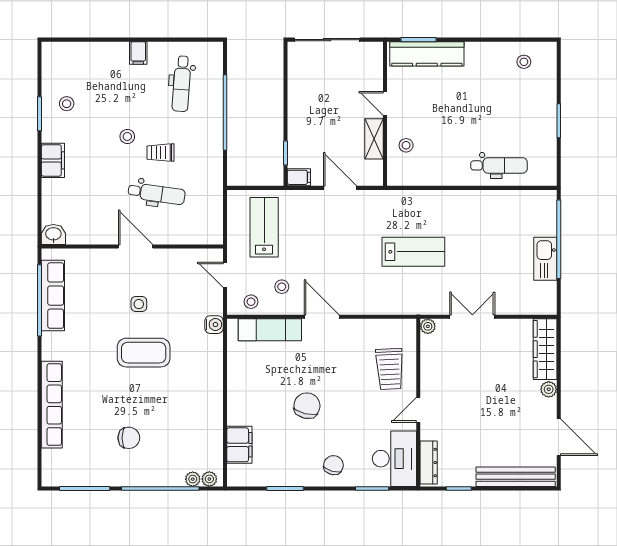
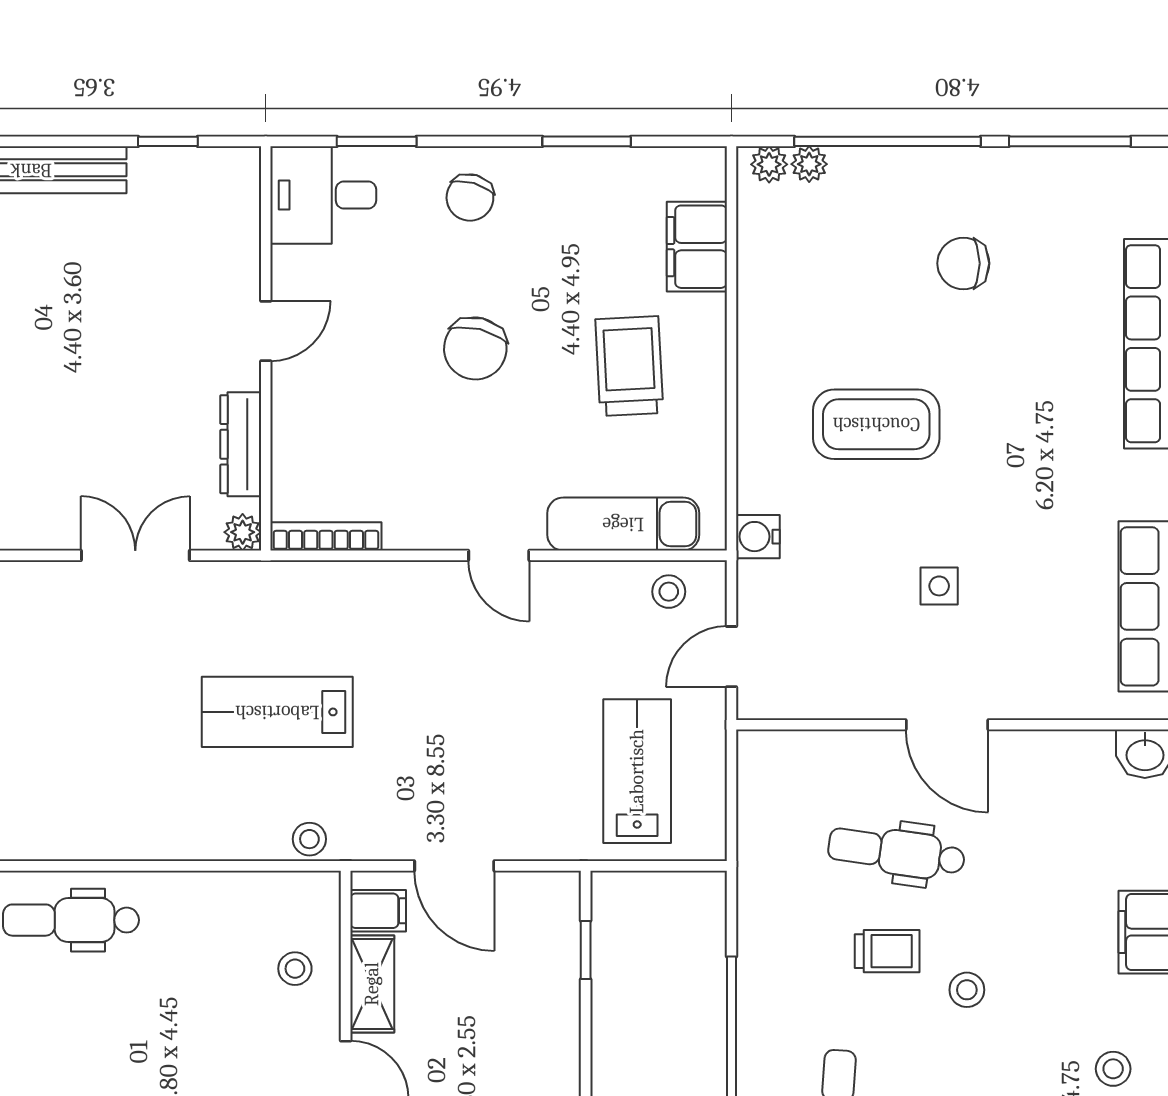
filing cabinet: (299, 177) -> (378, 911), moved, turned 180
lab bench: (264, 227) -> (637, 771), turned 180
door: (225, 275) -> (732, 657), swing flipped
stool: (282, 287) -> (309, 839), moved
door: (322, 317) -> (499, 555), width x0.73
double door: (472, 317) -> (135, 555), swing flipped
bookcase: (393, 325) -> (326, 536), added
coffee table: (144, 353) -> (876, 424), moved
trolley: (390, 369) -> (629, 366), moved
chair: (307, 406) -> (475, 348), moved
desk: (394, 459) -> (323, 195), width x0.73
dresser: (429, 463) -> (241, 444), moved

